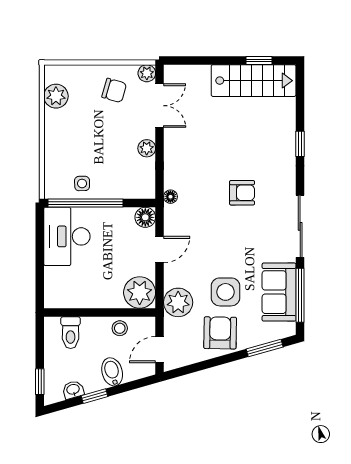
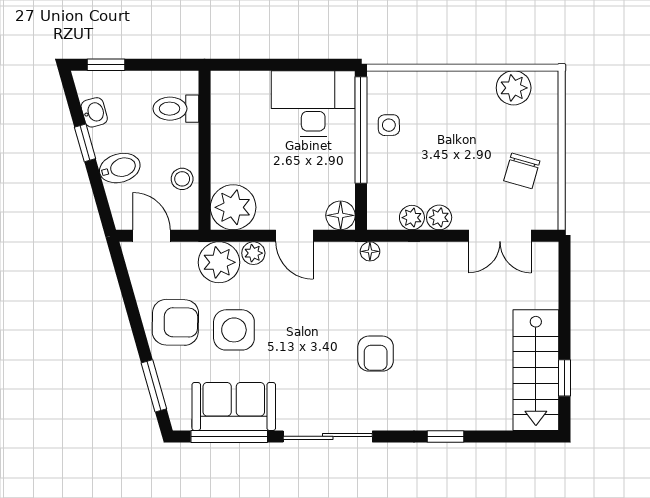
plant: (147, 73) -> (412, 218), moved
plant: (172, 278) -> (253, 253), added

